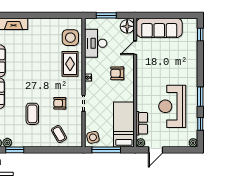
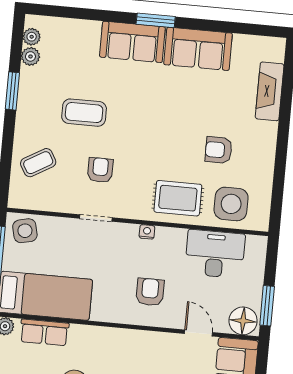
window: (106, 15) -> (267, 306), moved
armchair: (45, 46) -> (219, 150), added
window: (15, 150) -> (12, 91), moved

